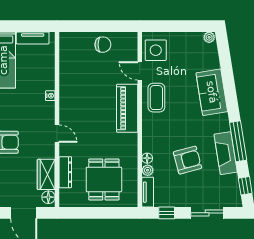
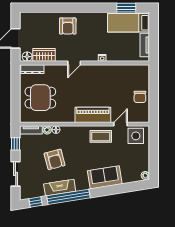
window: (238, 141) -> (68, 197), width x1.46
dresser: (65, 172) -> (32, 69), moved

